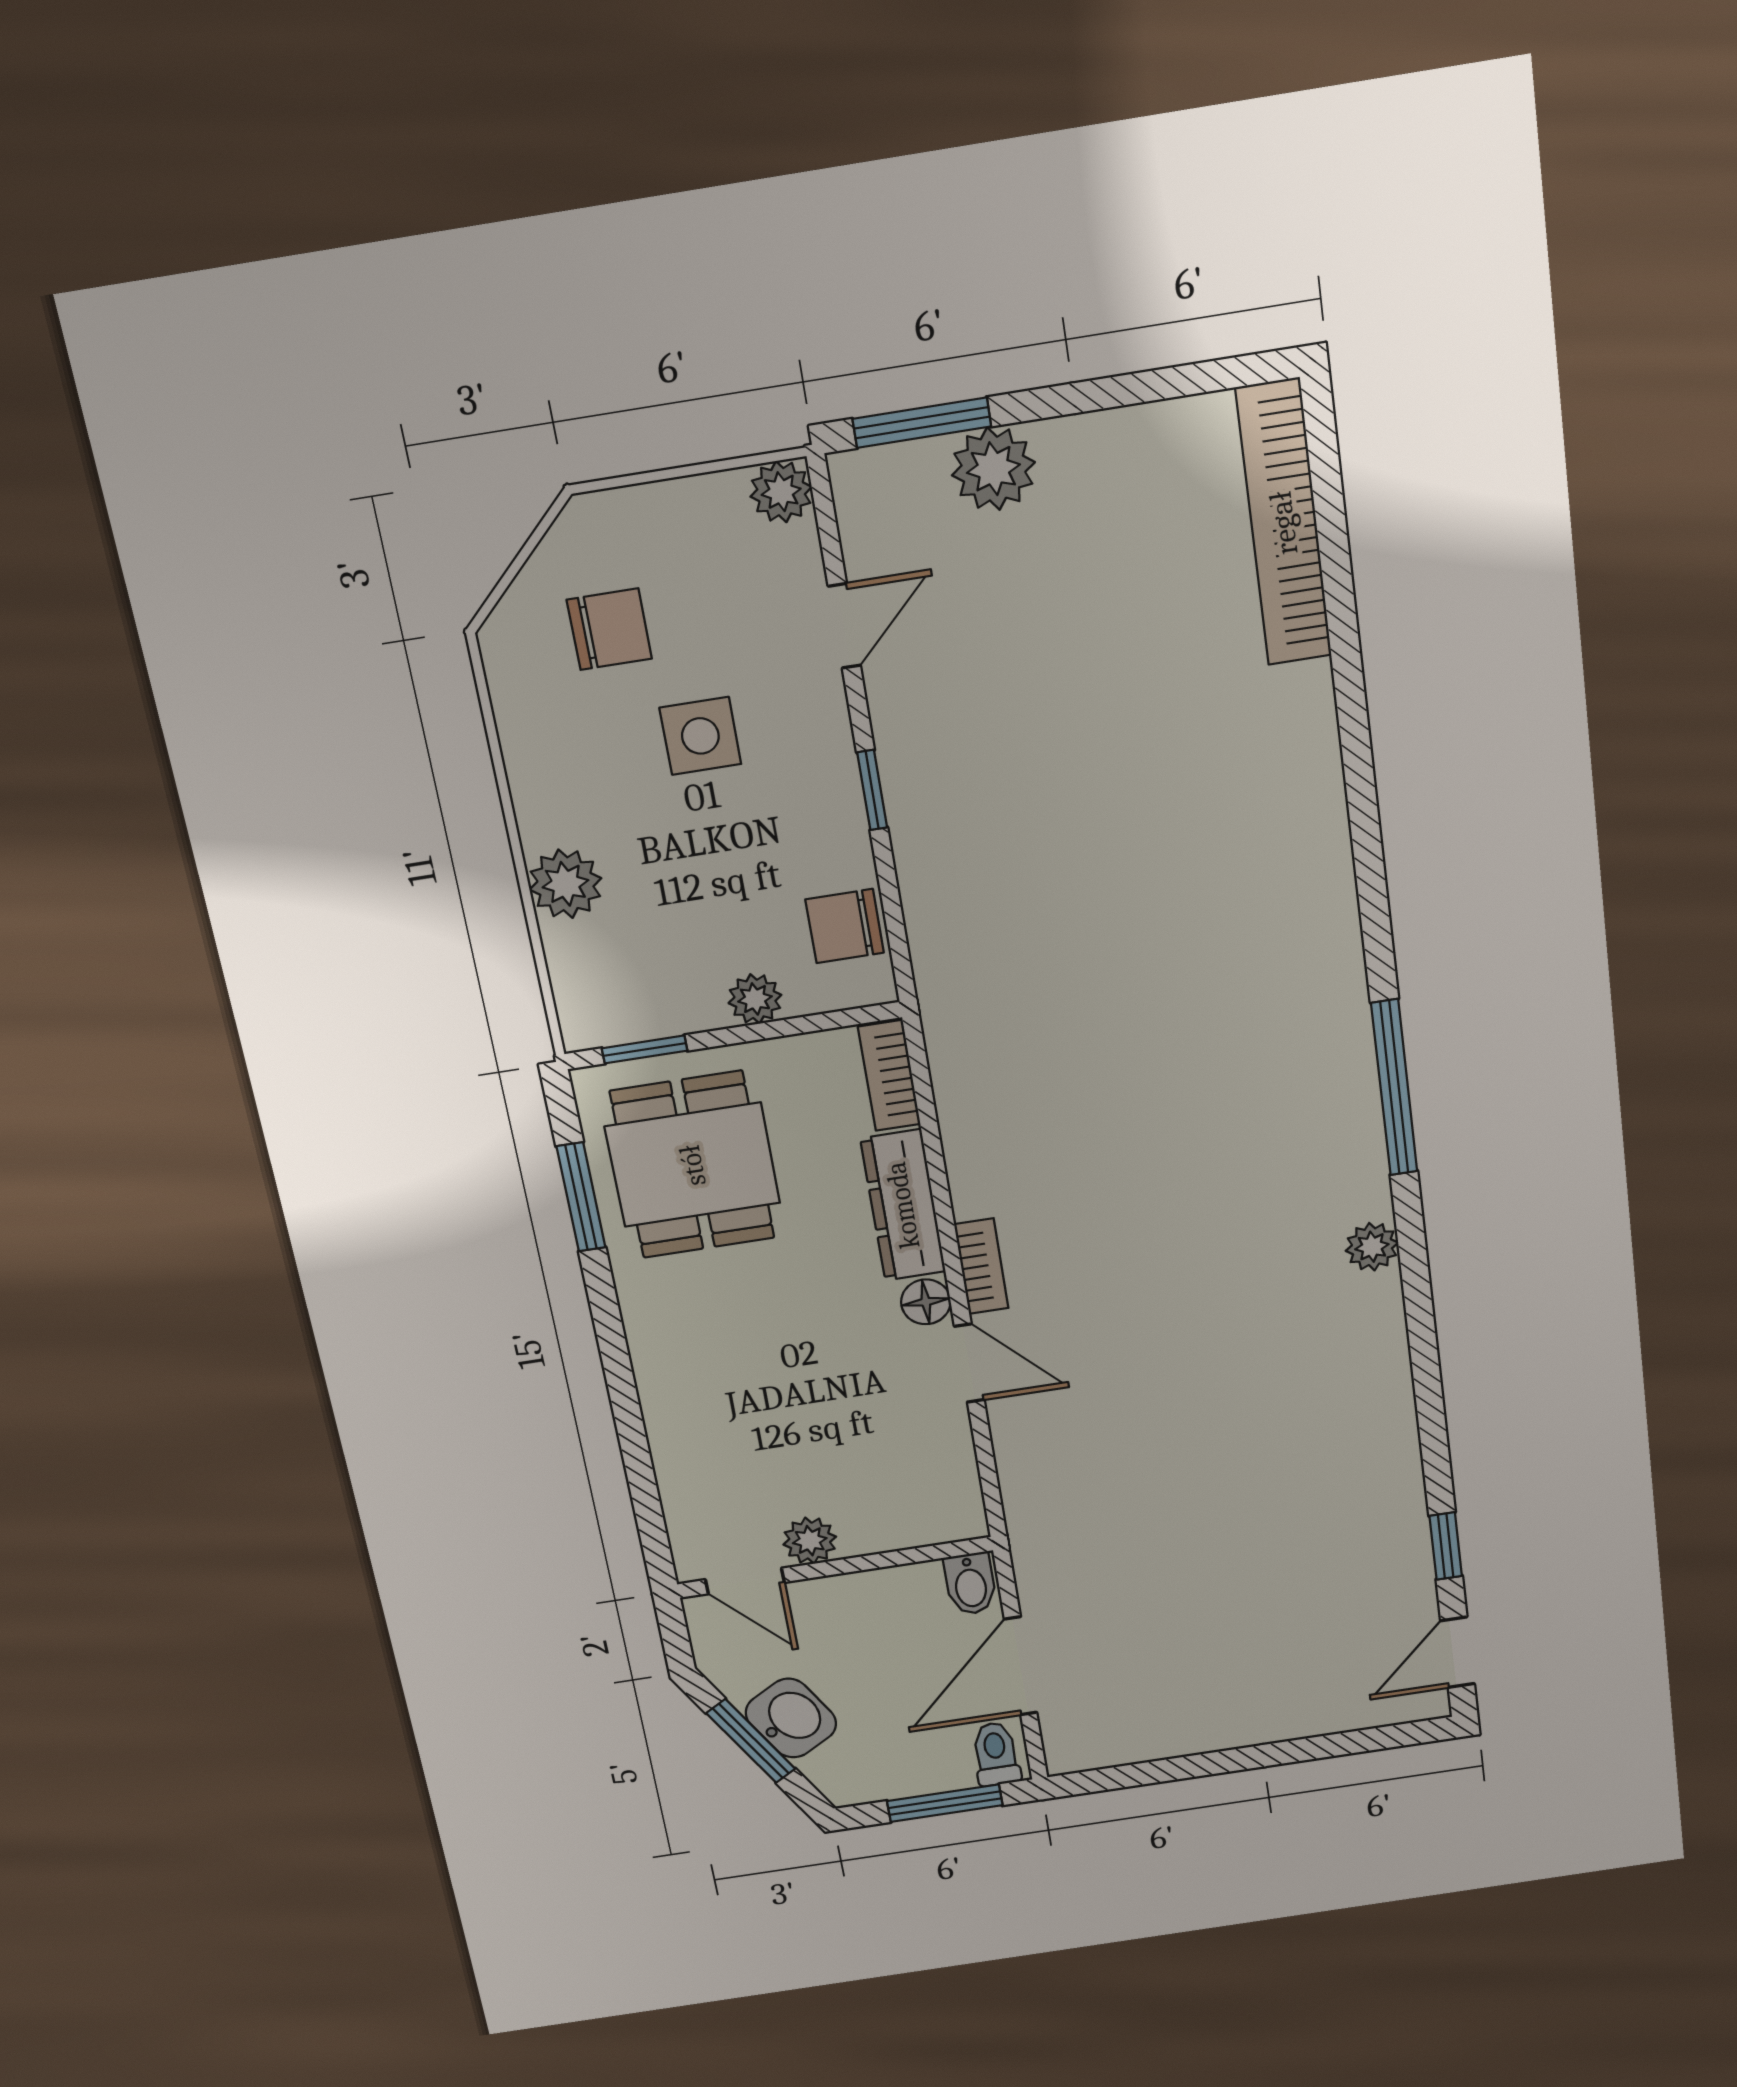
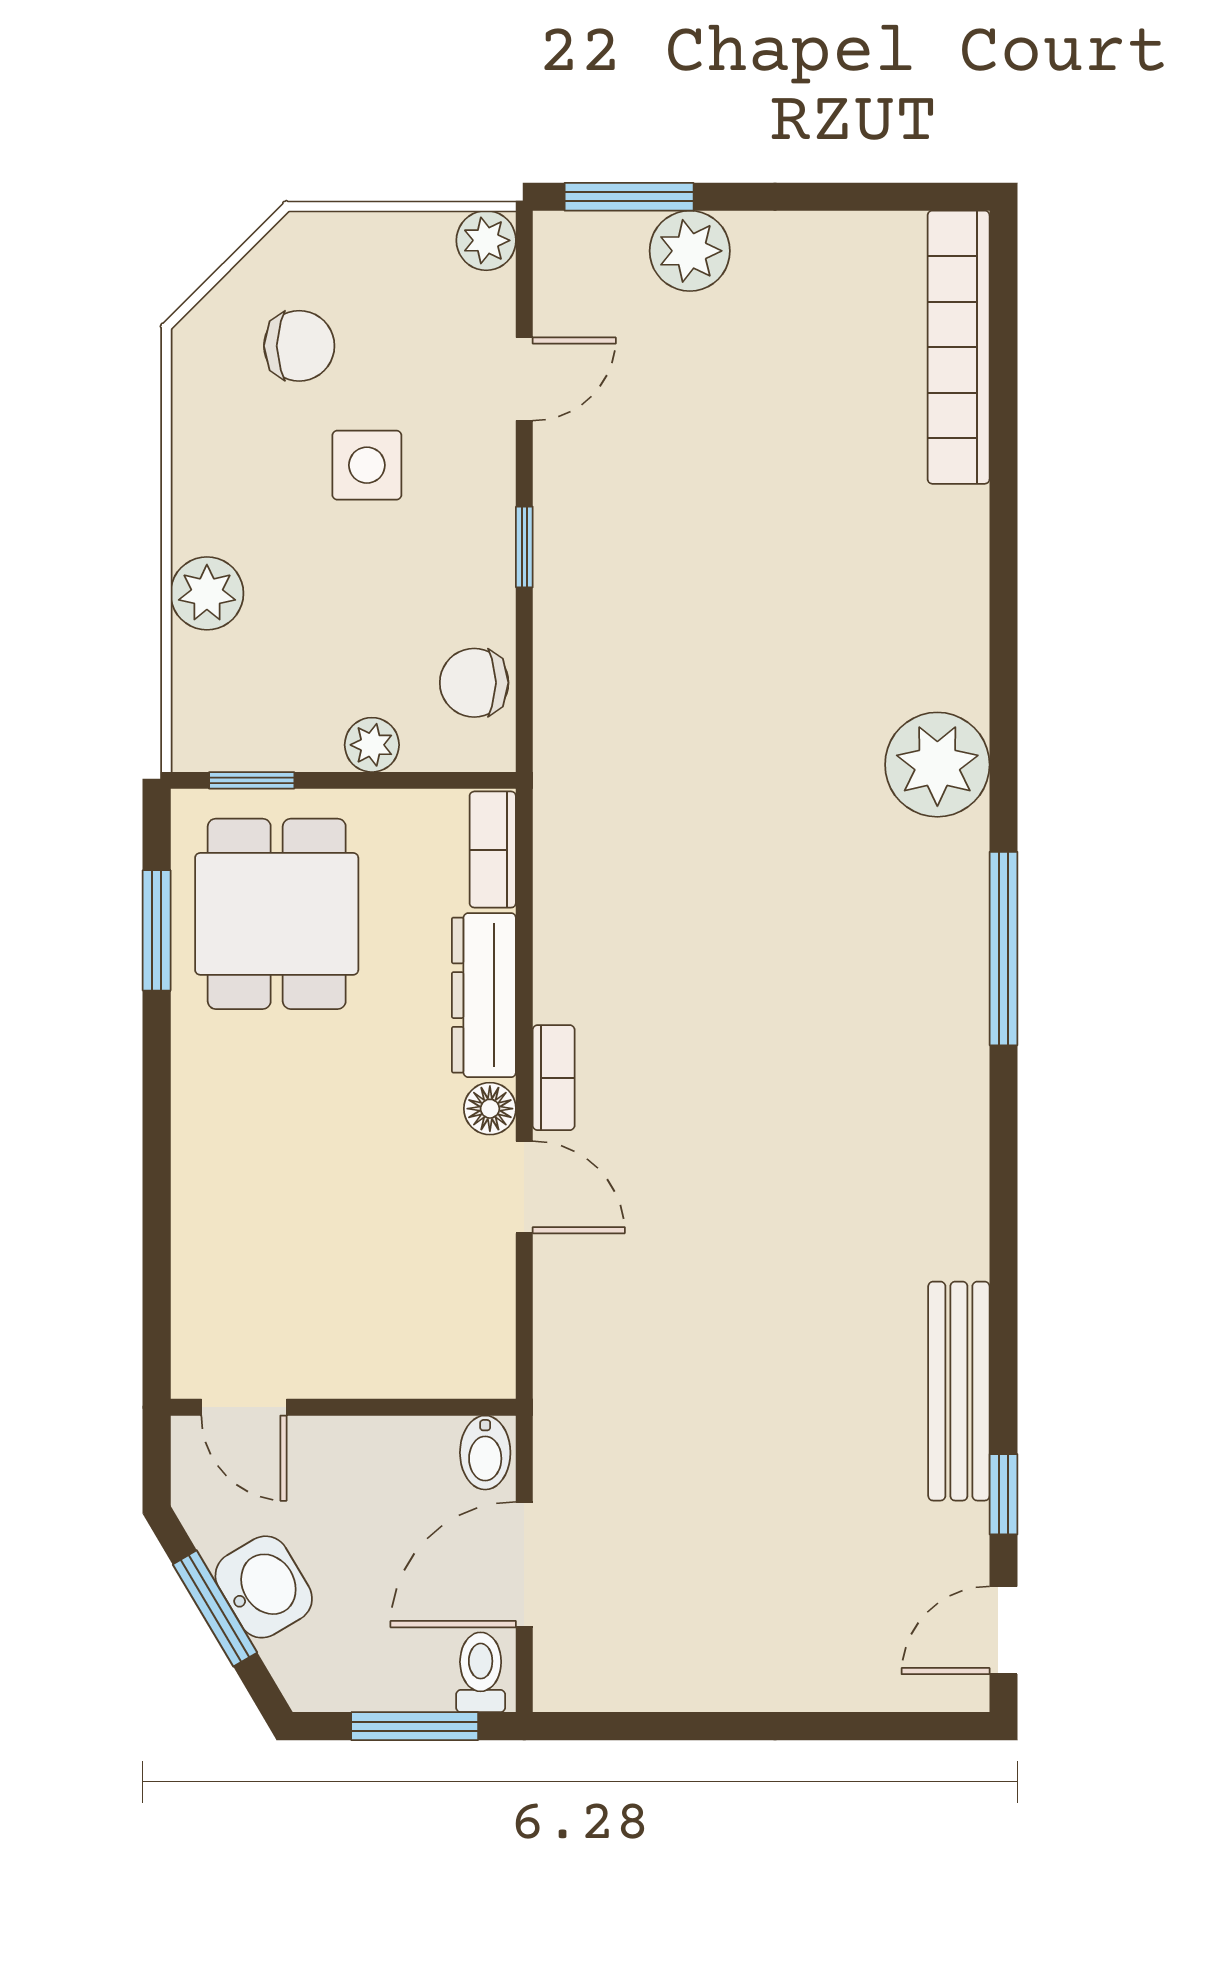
plant: (1372, 1247) -> (937, 765), moved, width x1.87, depth x1.87
bench: (1395, 1469) -> (959, 1391), added
plant: (810, 1541) -> (322, 1370), removed

